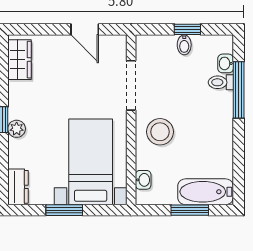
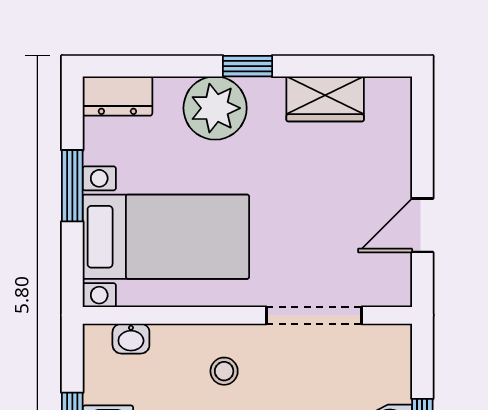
wardrobe: (19, 60) -> (325, 99), moved
plant: (17, 129) -> (215, 108), width x1.88, depth x1.88
stool: (160, 132) -> (224, 371), width x0.53, depth x0.53

